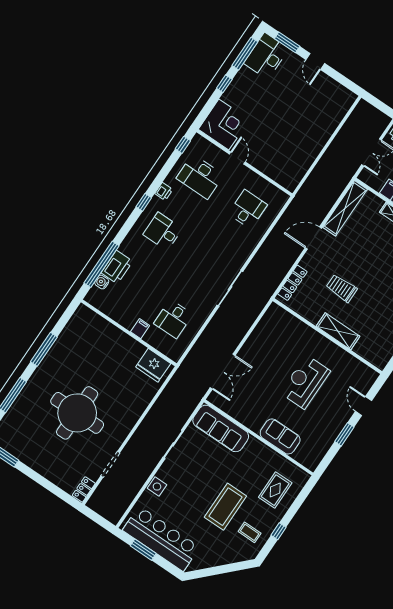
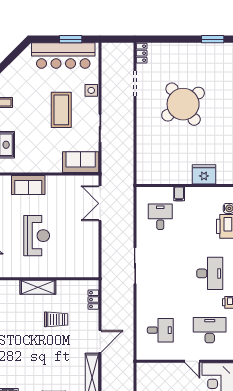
desk: (248, 209) -> (160, 330), turned -90
desk: (163, 232) -> (210, 273), width x1.37
locker: (292, 283) -> (93, 300), width x0.66
fridge: (153, 365) -> (204, 174), moved
round table: (77, 413) -> (183, 104), turned -36
sofa: (221, 428) -> (81, 162), width x0.73
coffee table: (225, 507) -> (61, 110), moved

